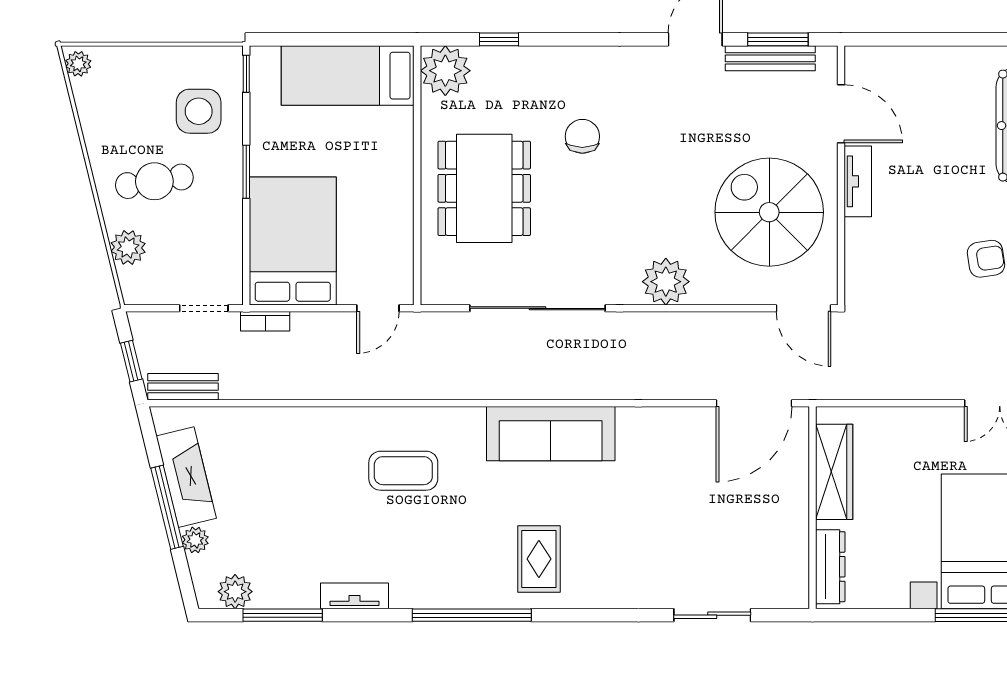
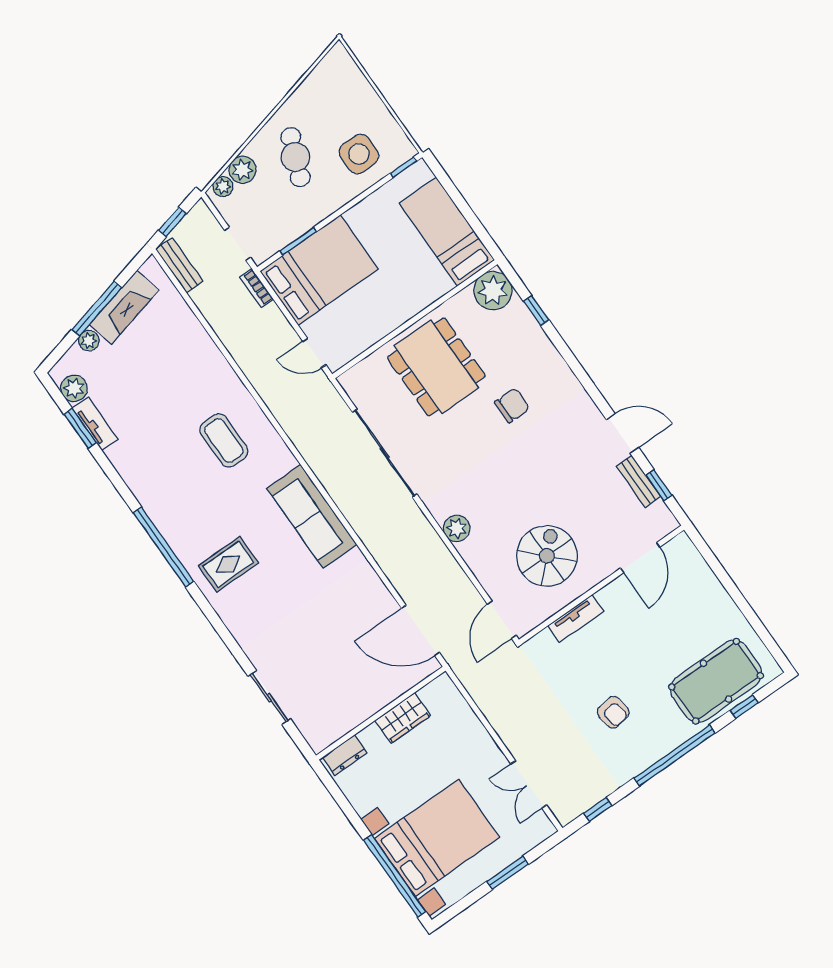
window: (778, 39) -> (659, 485), width x0.67
bench: (770, 58) -> (638, 481), width x0.73
plant: (78, 64) -> (223, 186), moved
window: (246, 172) -> (298, 241), moved
cafe table: (154, 181) -> (296, 157), turned 31
tv unit: (858, 181) -> (576, 618), moved
dining table: (484, 188) -> (436, 367), turned 90
spiral stairs: (769, 212) -> (547, 556), width x0.73, depth x0.73
plant: (666, 282) -> (457, 528), width x0.73, depth x0.73
wardrobe: (834, 472) -> (403, 718), width x0.67
dresser: (830, 567) -> (345, 755), width x0.70
tv unit: (355, 596) -> (95, 424), moved
window: (283, 615) -> (80, 428), width x0.69

